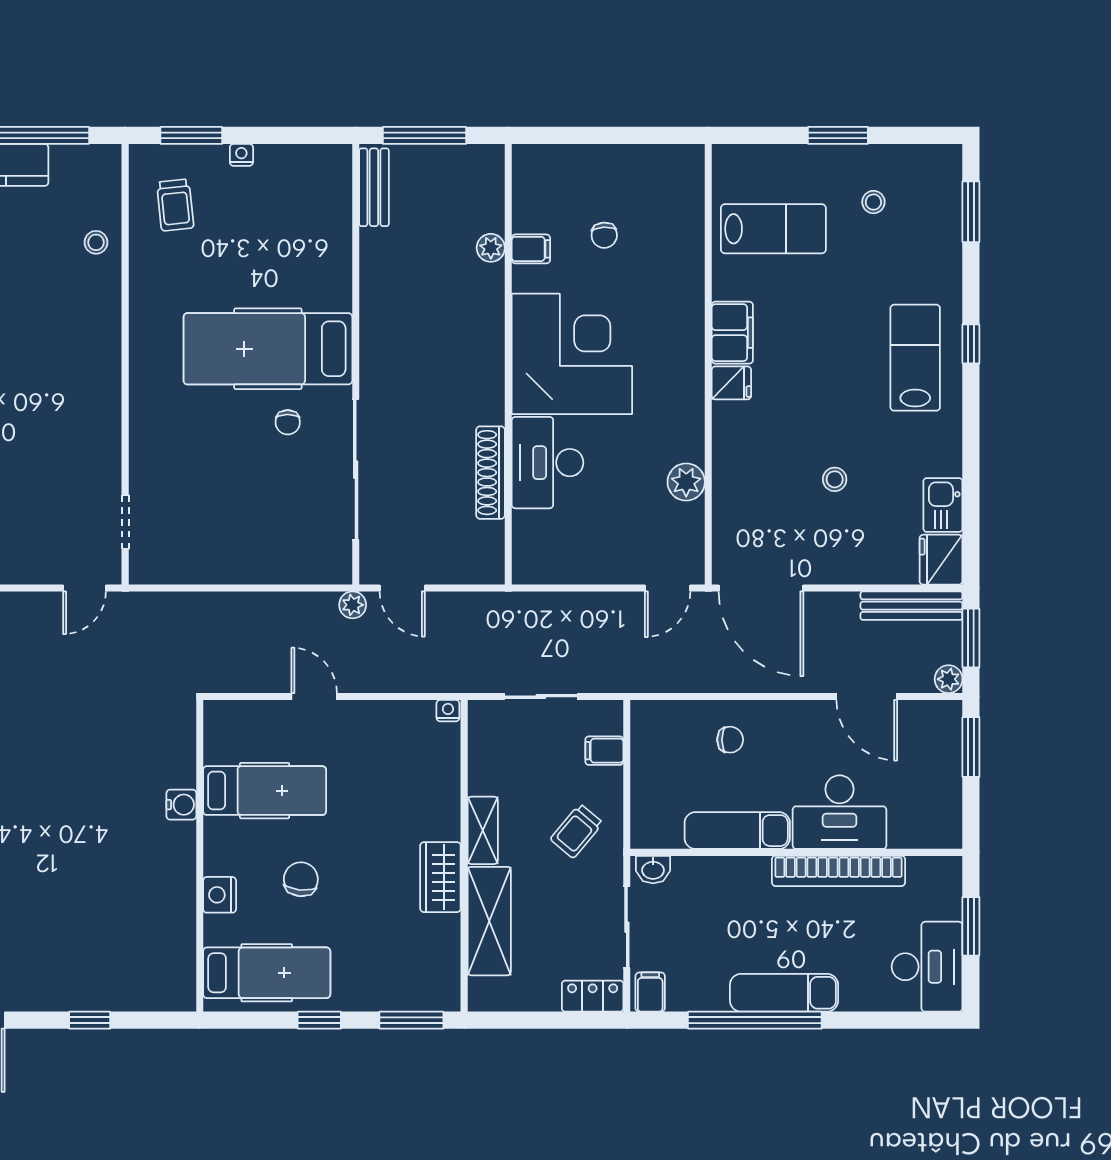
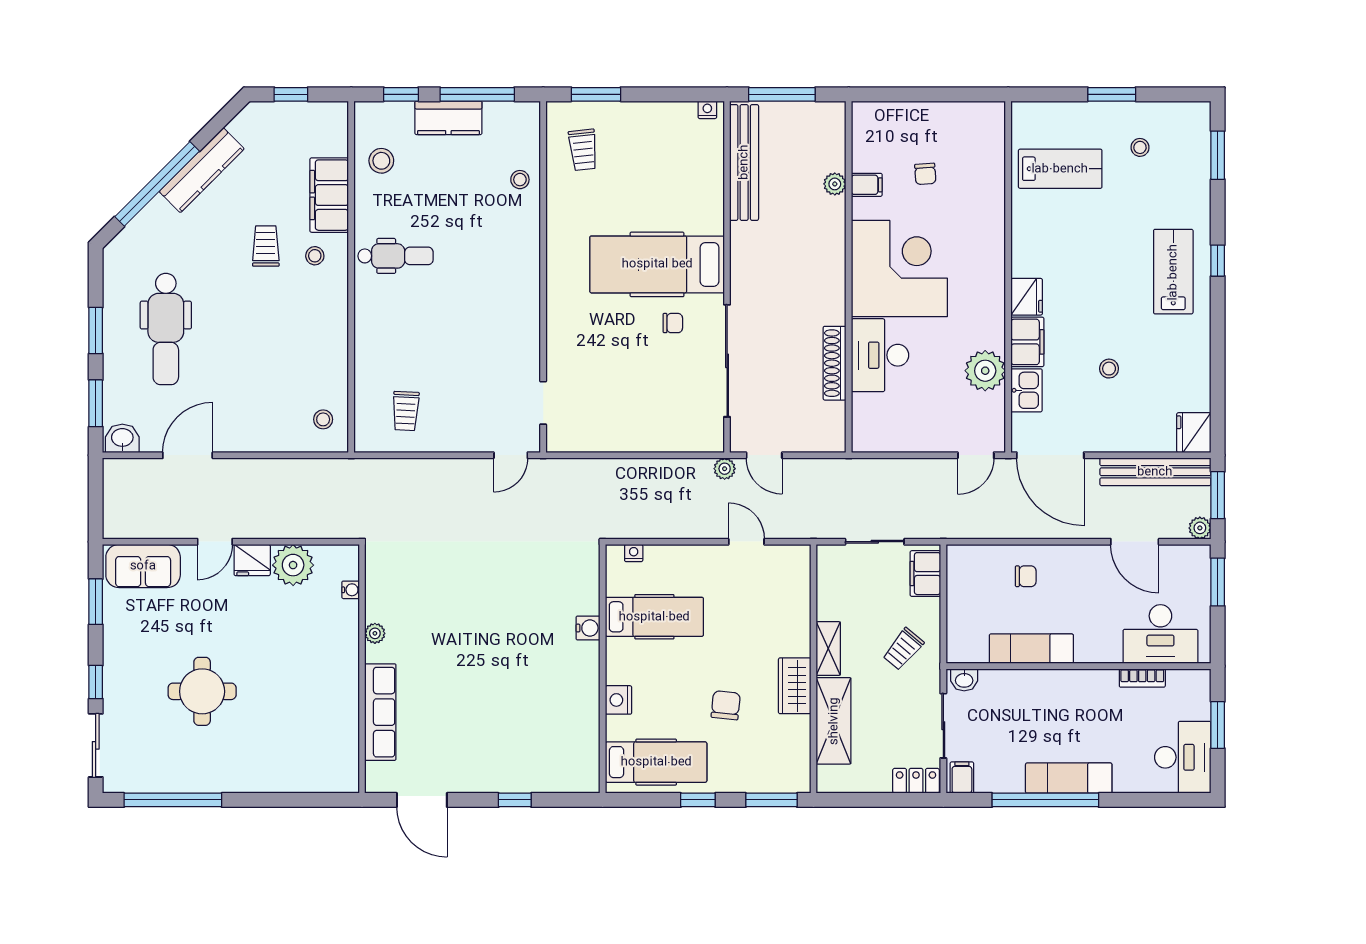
nightstand: (241, 155) -> (707, 110), moved
bench: (374, 187) -> (744, 162), width x1.86, depth x1.21
filing cabinet: (732, 333) -> (1027, 342), moved
fridge: (731, 383) -> (1027, 297), width x1.38
chair: (288, 422) -> (673, 323), turned -90
plant: (686, 482) -> (985, 371), width x1.36, depth x1.36
kitchen sink: (943, 505) -> (1027, 390), moved, turned 180
bench: (911, 606) -> (1155, 472), width x1.37, depth x1.21
door: (314, 696) -> (746, 542), moved
nightstand: (448, 711) -> (634, 553), moved
filing cabinet: (604, 751) -> (925, 574), width x2.00
desk: (840, 812) -> (1160, 634), moved
bookcase: (838, 871) -> (1142, 678), width x0.43, depth x0.76
chair: (301, 879) -> (726, 705), moved

